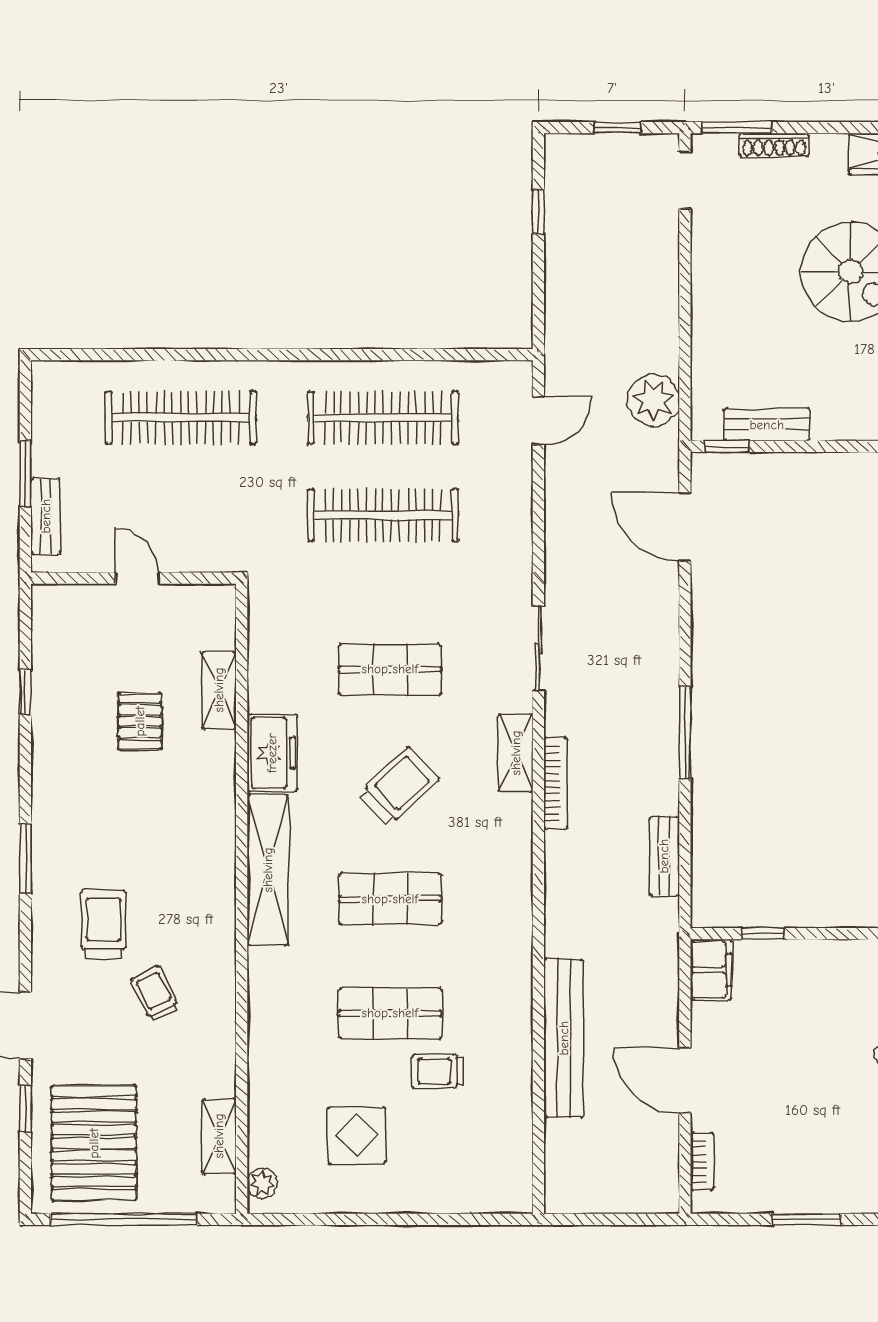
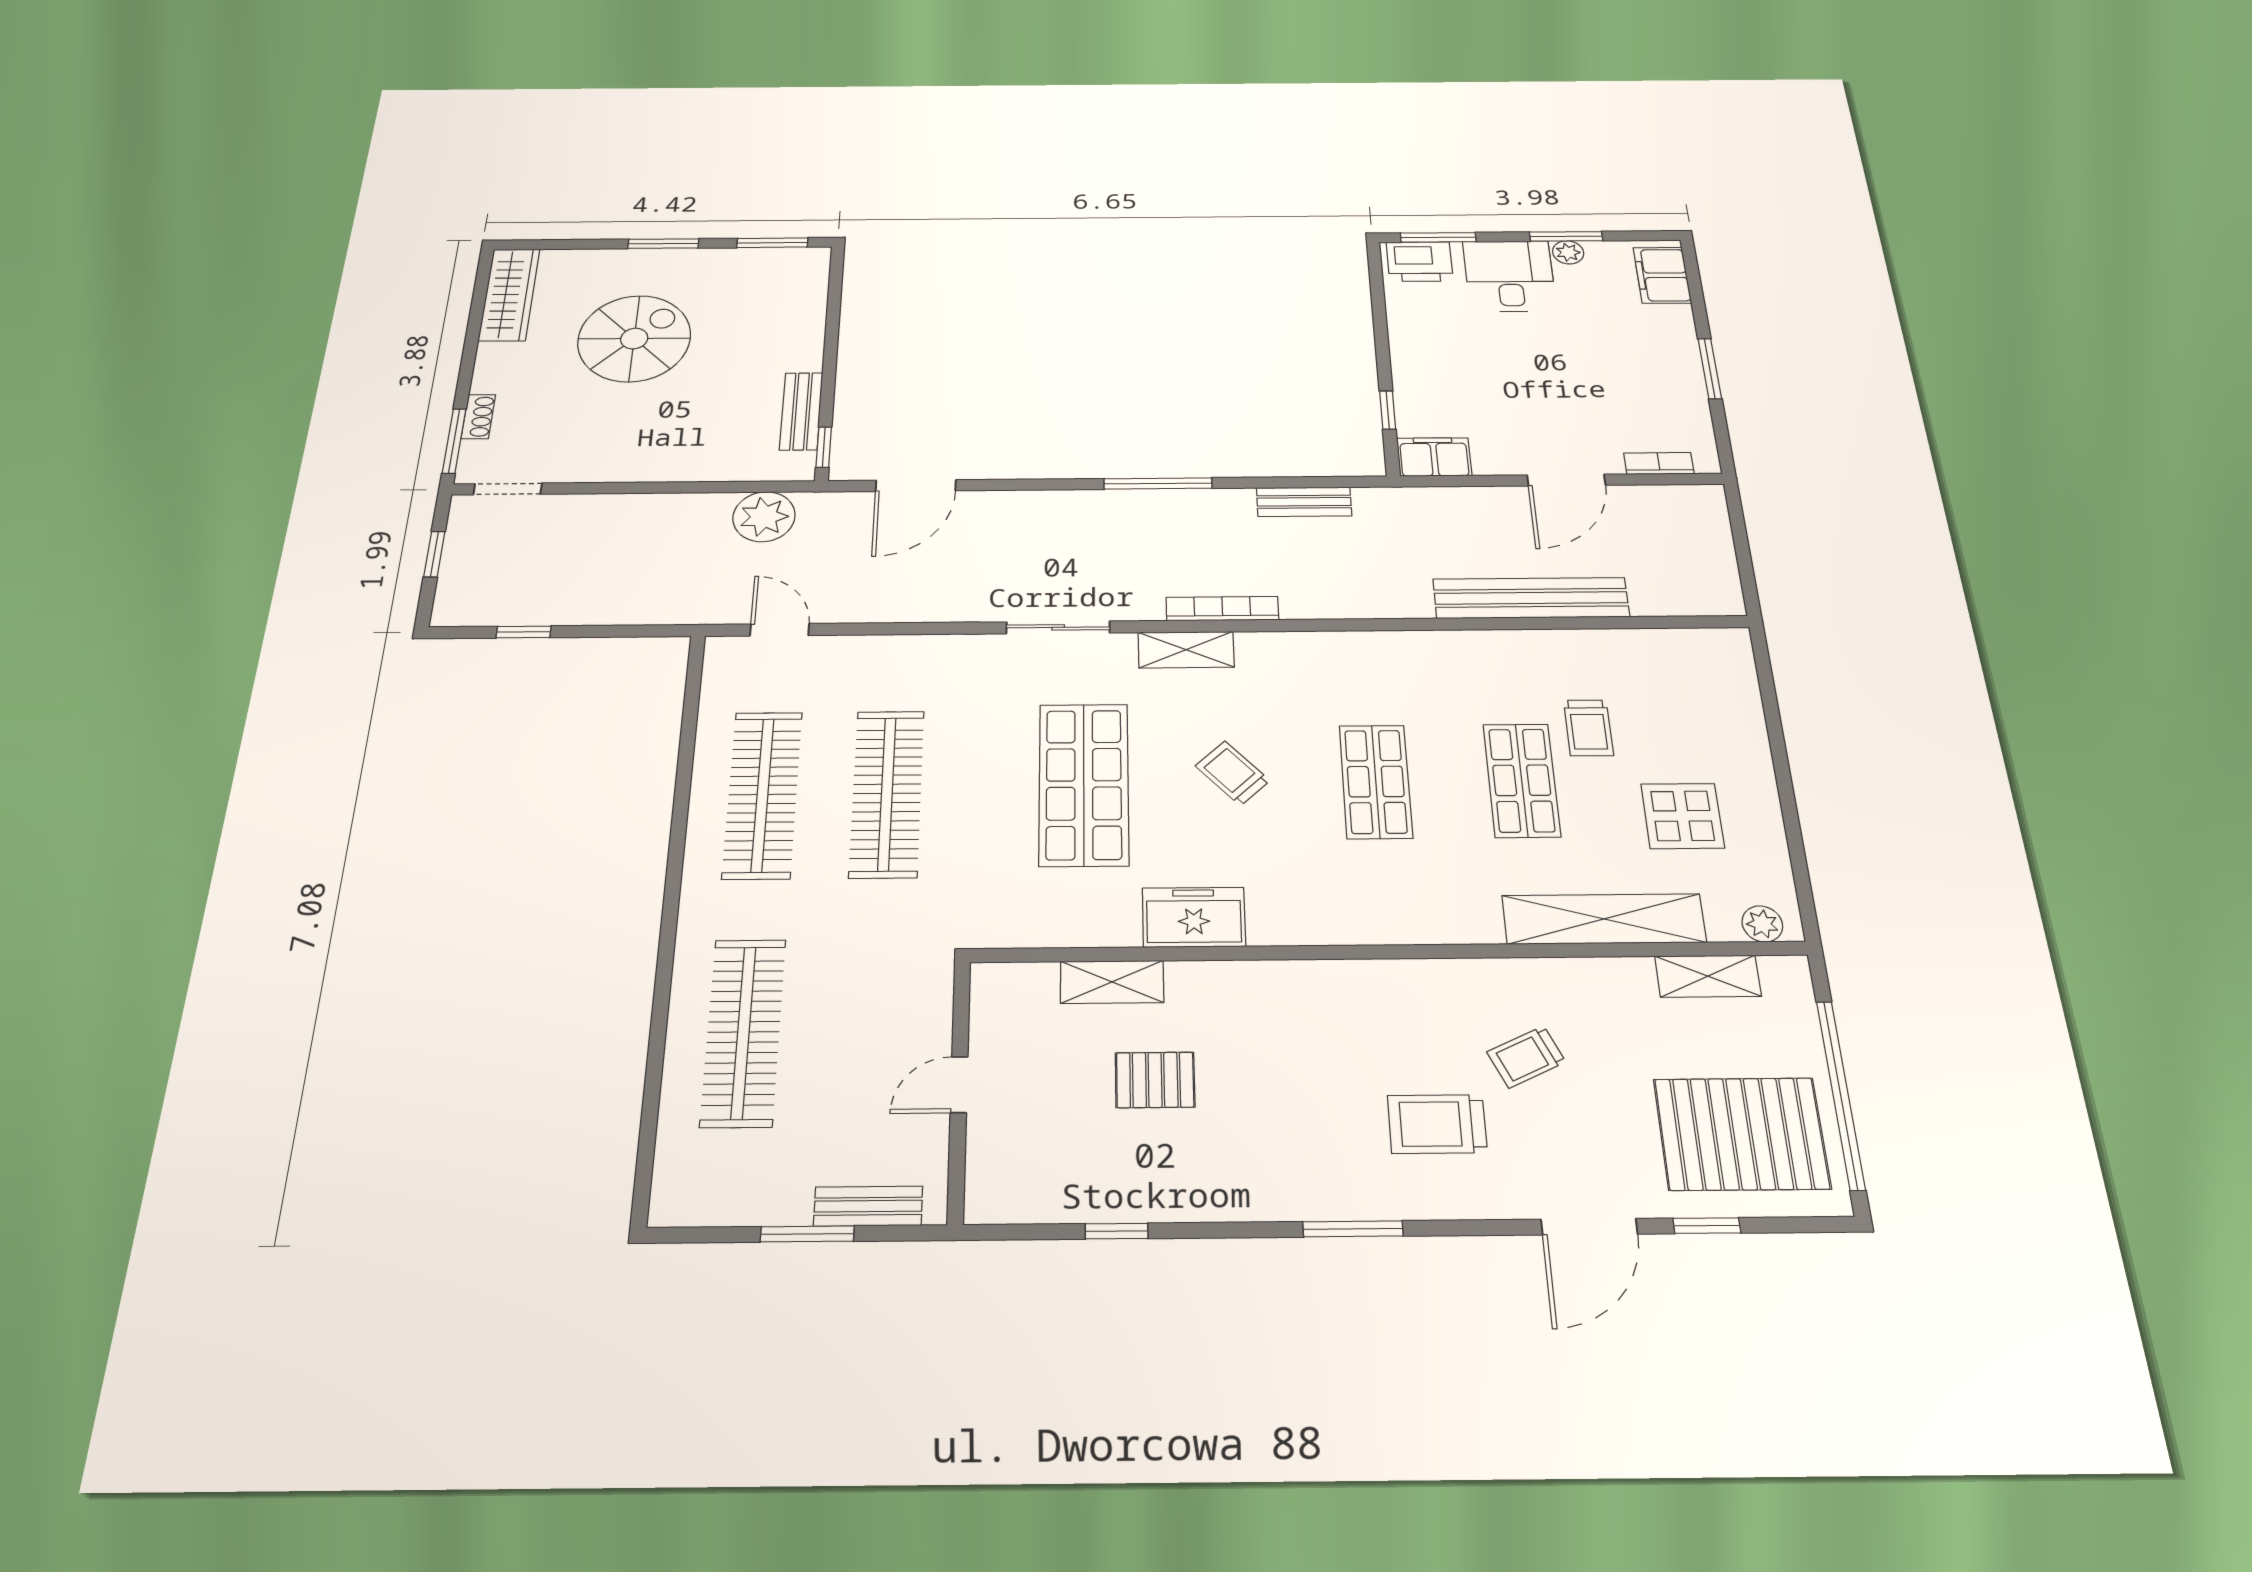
shoe rack: (774, 145) -> (478, 417), width x0.70
shop shelf: (390, 669) -> (1084, 784), width x1.43, depth x1.36
trolley: (399, 787) -> (1233, 773), width x0.73, depth x0.72
shelving: (268, 870) -> (1604, 919), moved

